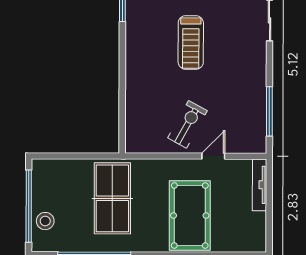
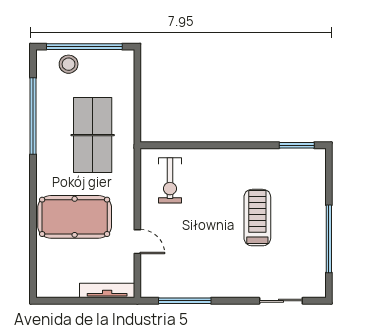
treadmill: (191, 42) -> (257, 218), turned 90
exercise bike: (187, 124) -> (170, 180), moved, turned 61
table tennis table: (112, 198) -> (93, 135), turned 90

